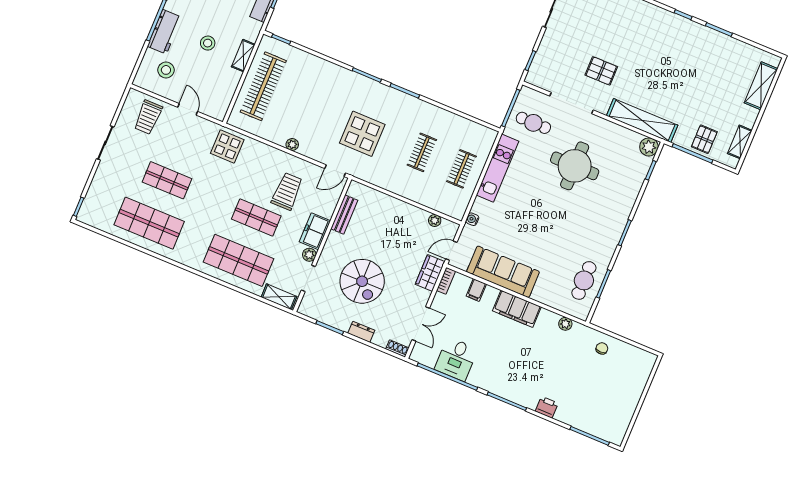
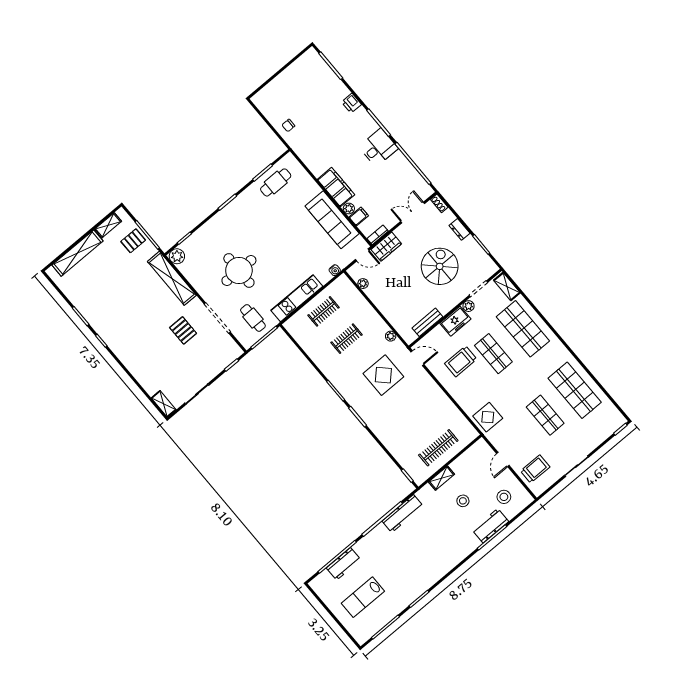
clothes rail: (263, 86) -> (438, 448), width x0.73, depth x0.76
shelving: (761, 86) -> (78, 253), width x1.47
plant: (292, 145) -> (391, 336), moved
plant: (565, 324) -> (349, 208), moved
desk: (456, 359) -> (378, 148), moved

